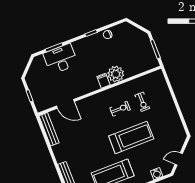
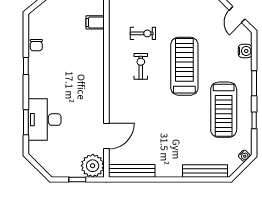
plant: (116, 74) -> (93, 166), moved
filing cabinet: (103, 81) -> (95, 22), moved

